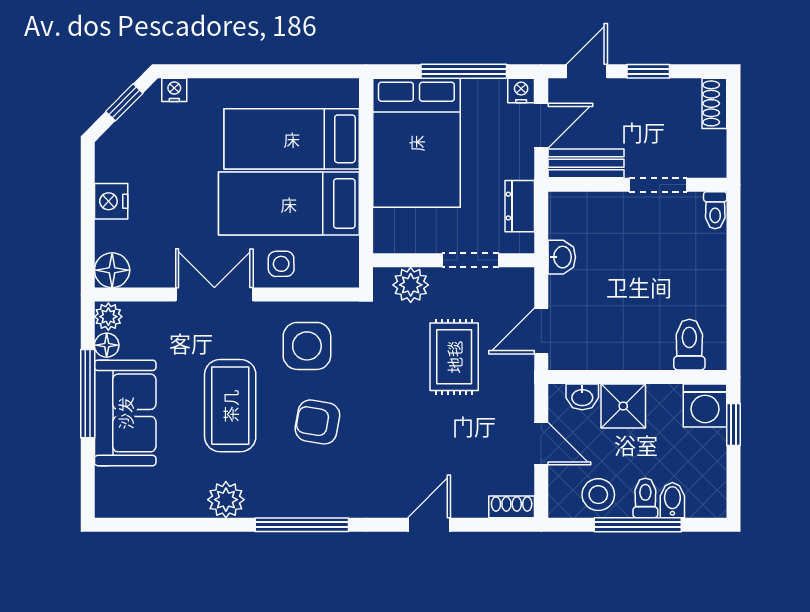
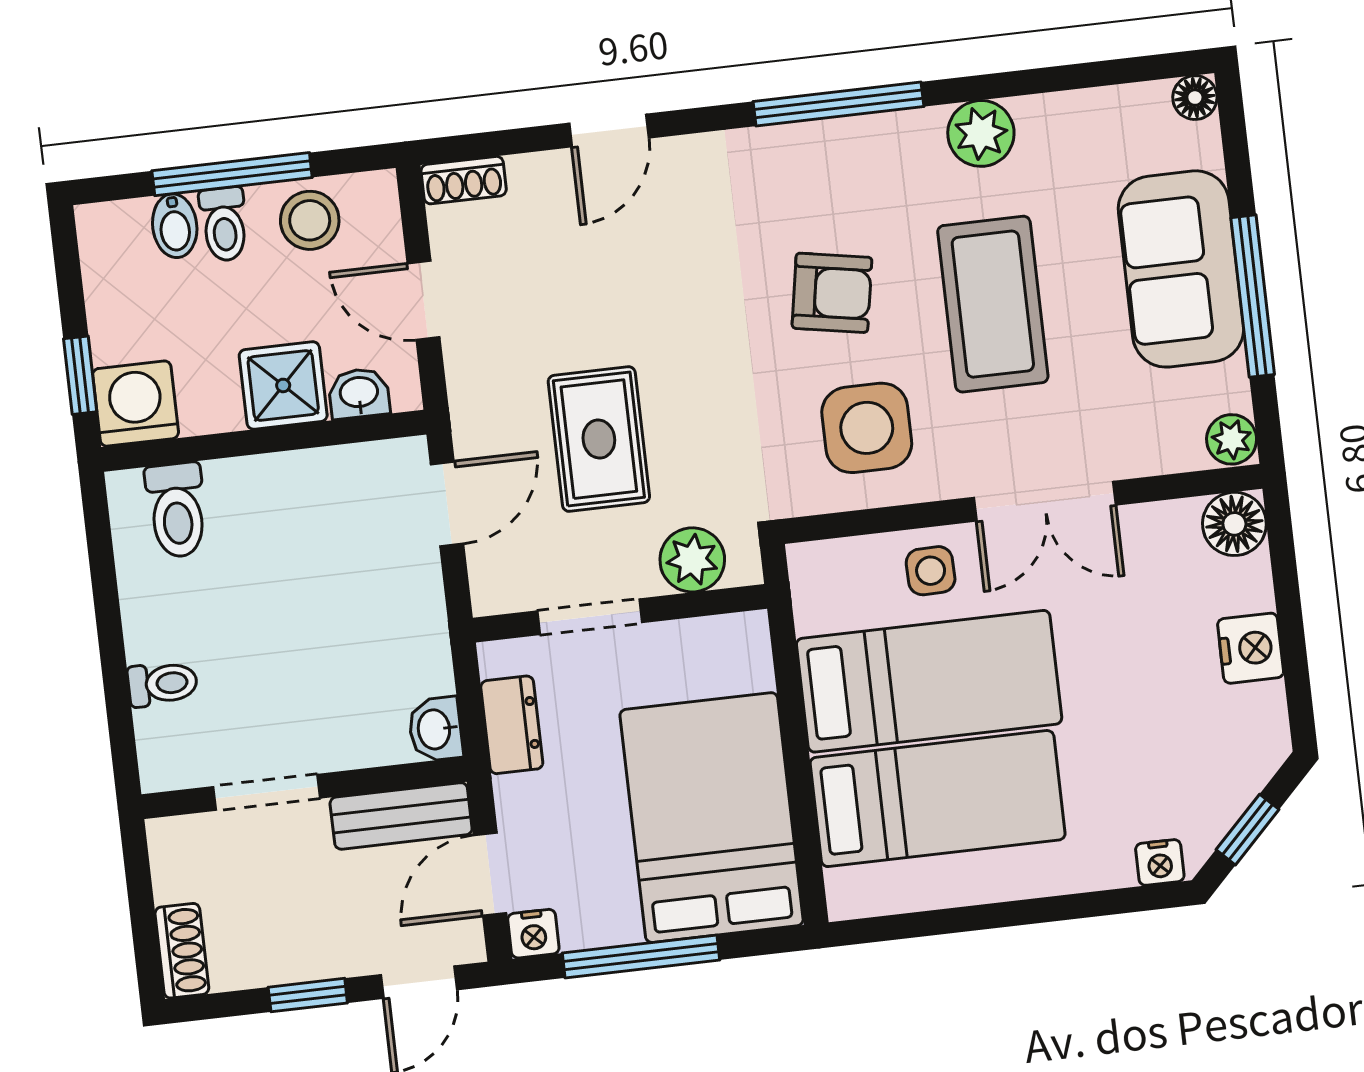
toilet: (715, 210) -> (163, 684), moved, turned 90
washbasin: (562, 257) -> (435, 729), moved
floor lamp: (107, 345) -> (1195, 98), moved

